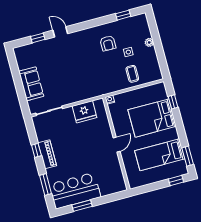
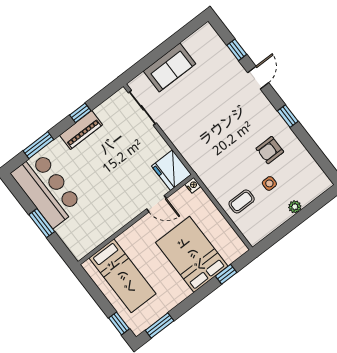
window: (123, 15) -> (288, 116), moved
fridge: (84, 112) -> (171, 170), moved
door: (117, 145) -> (156, 204), moved
bed: (160, 155) -> (122, 276), moved, turned 180
window: (82, 206) -> (42, 223), moved

